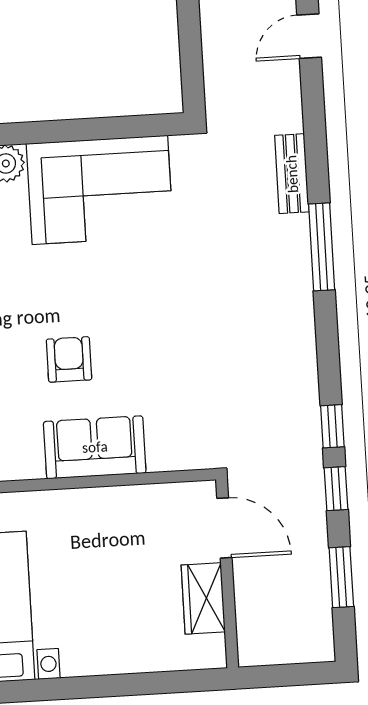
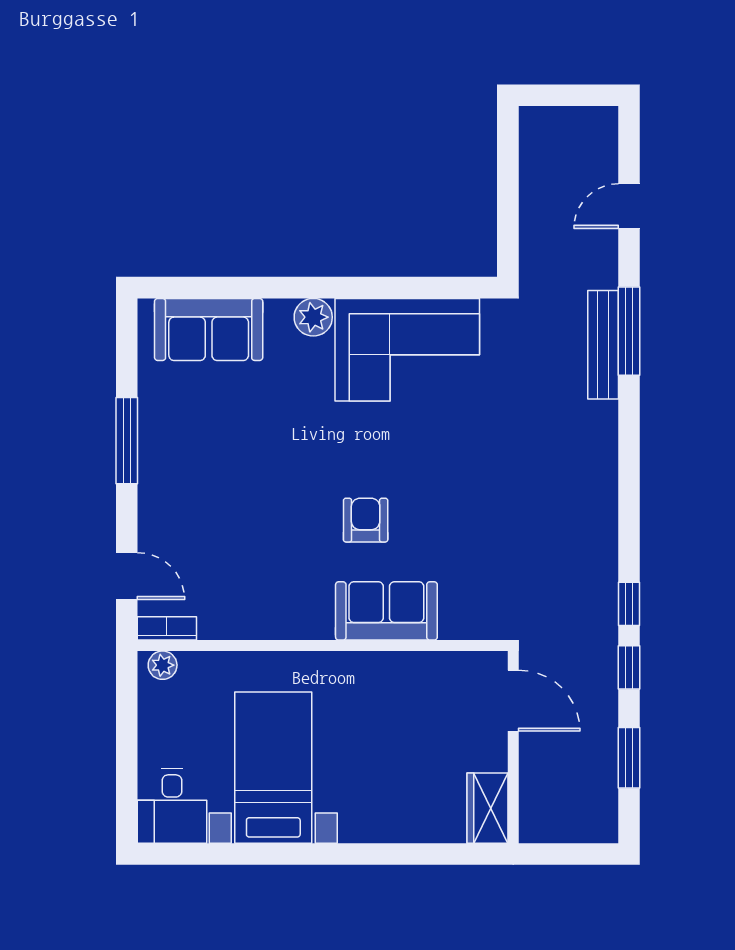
bench: (292, 174) -> (603, 345), width x1.36
window: (322, 247) -> (629, 331), moved
wardrobe: (203, 598) -> (487, 808), moved

